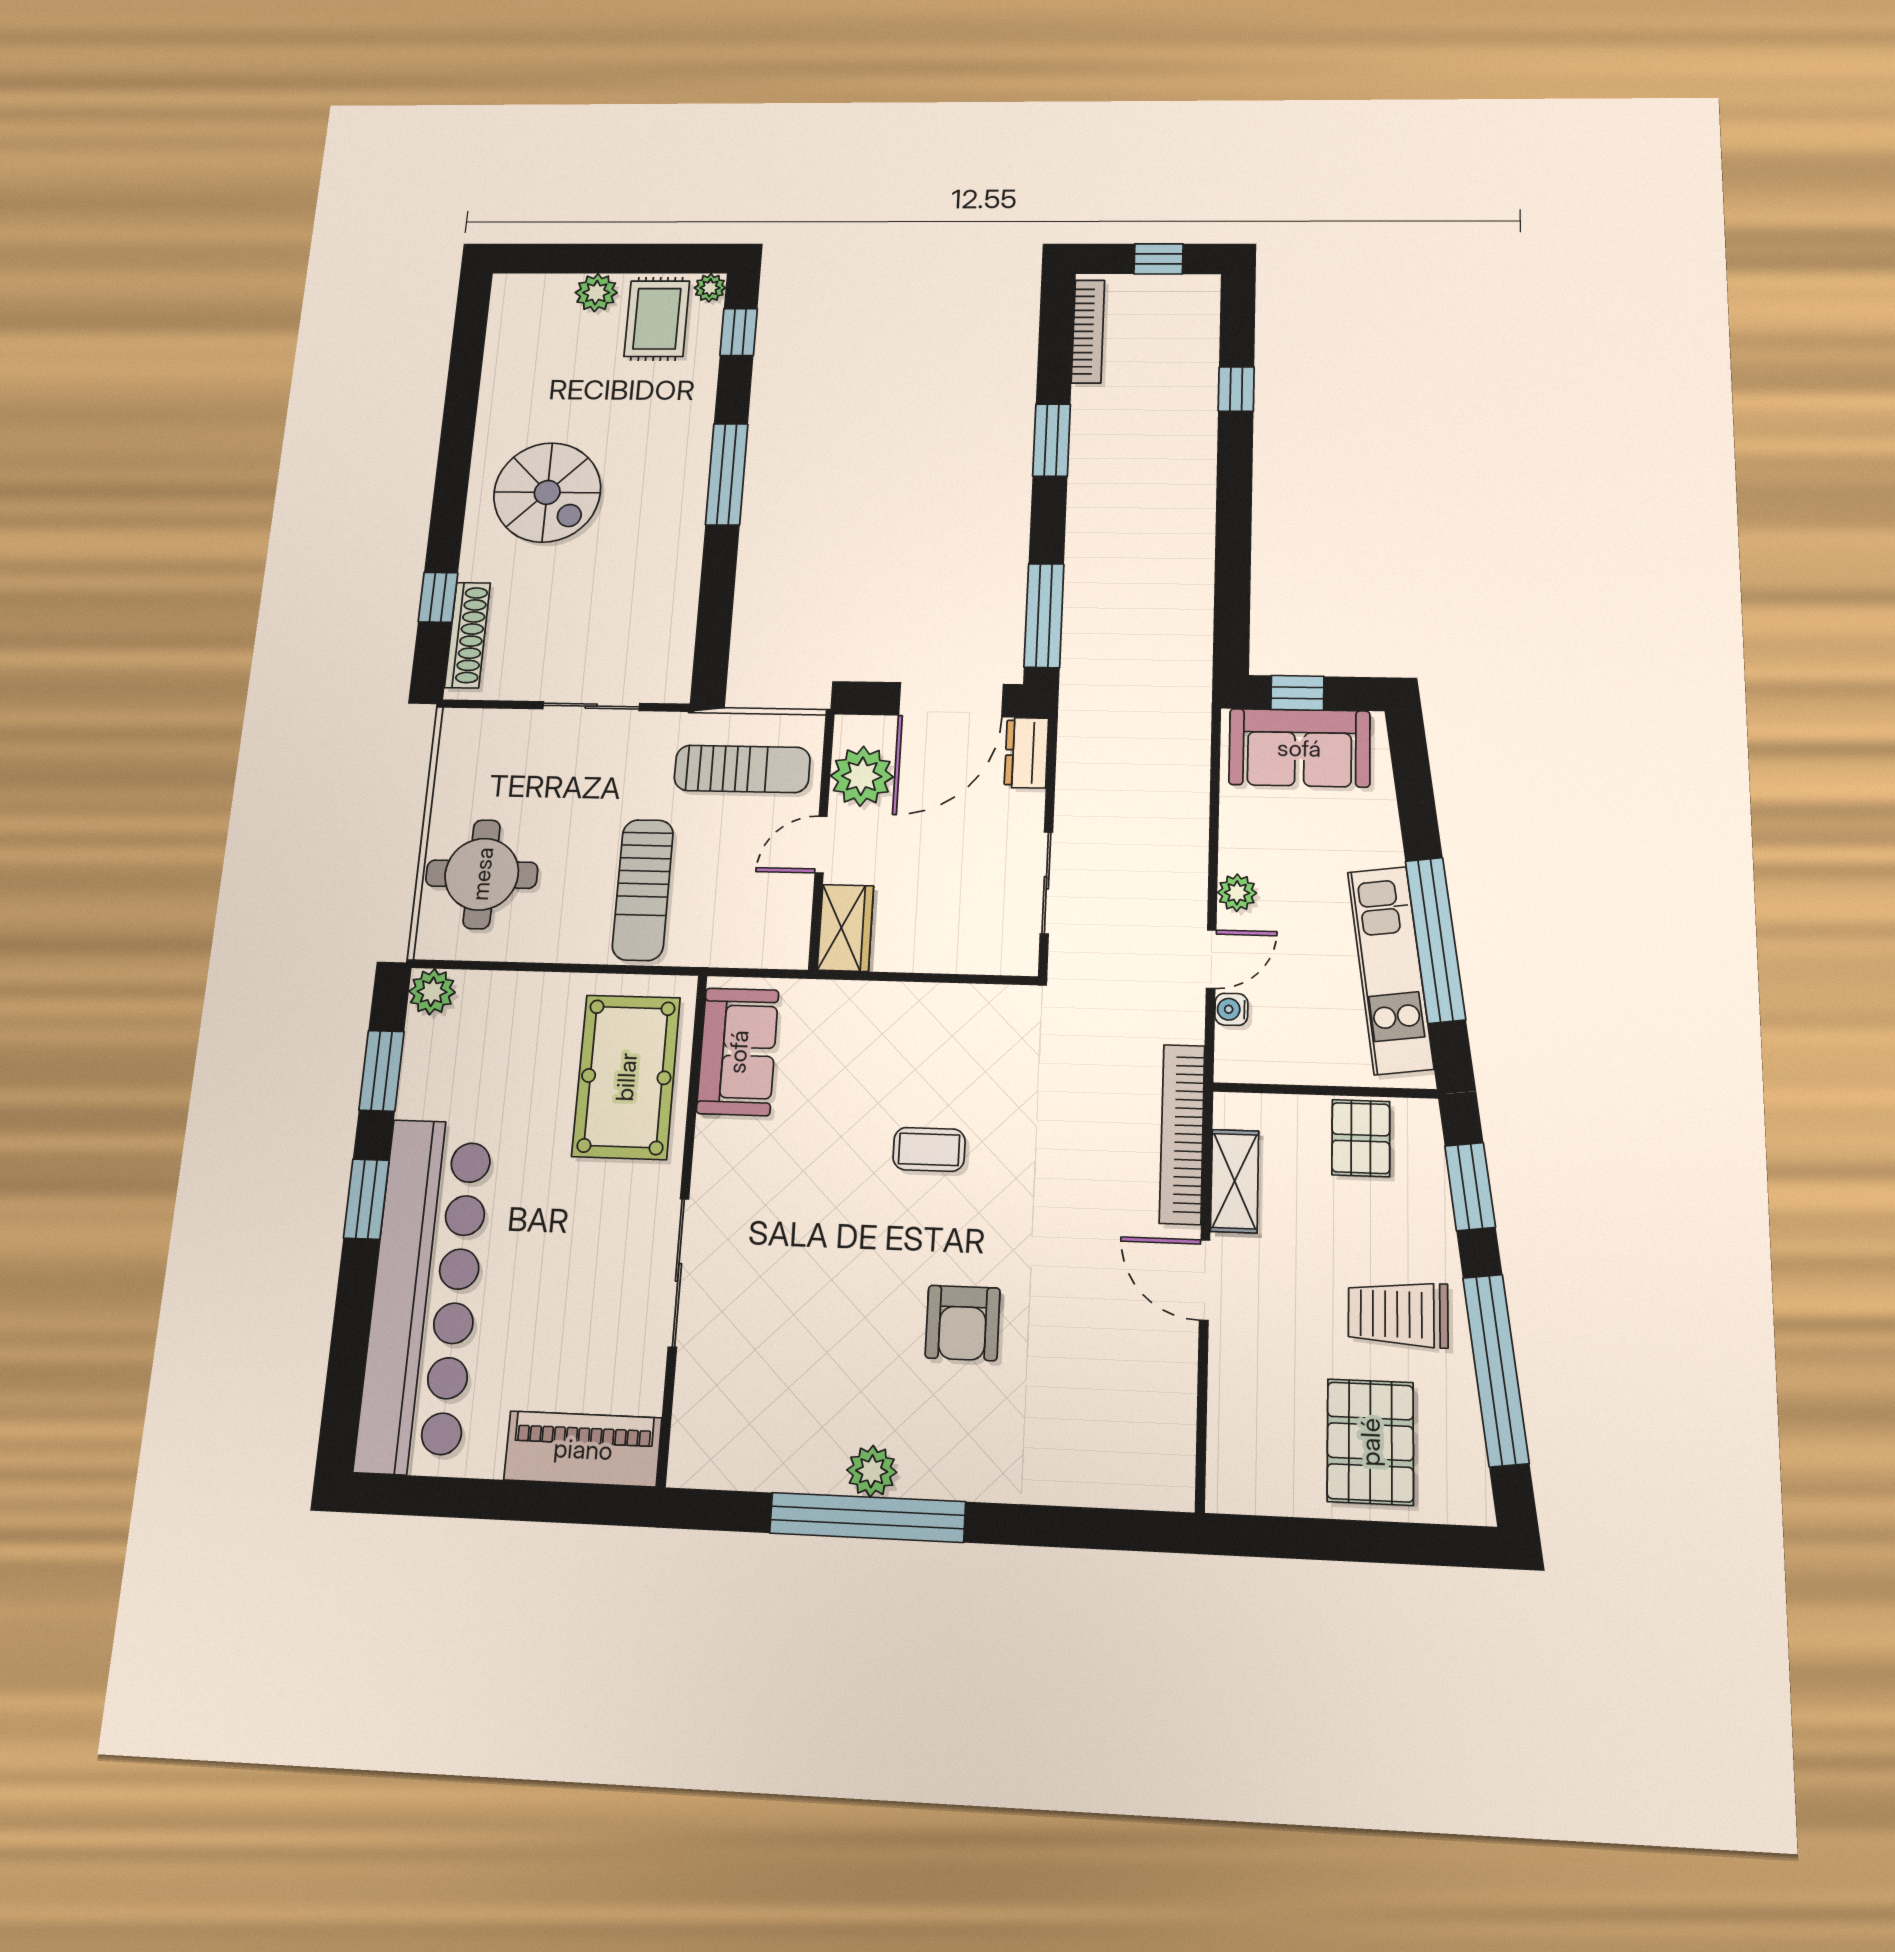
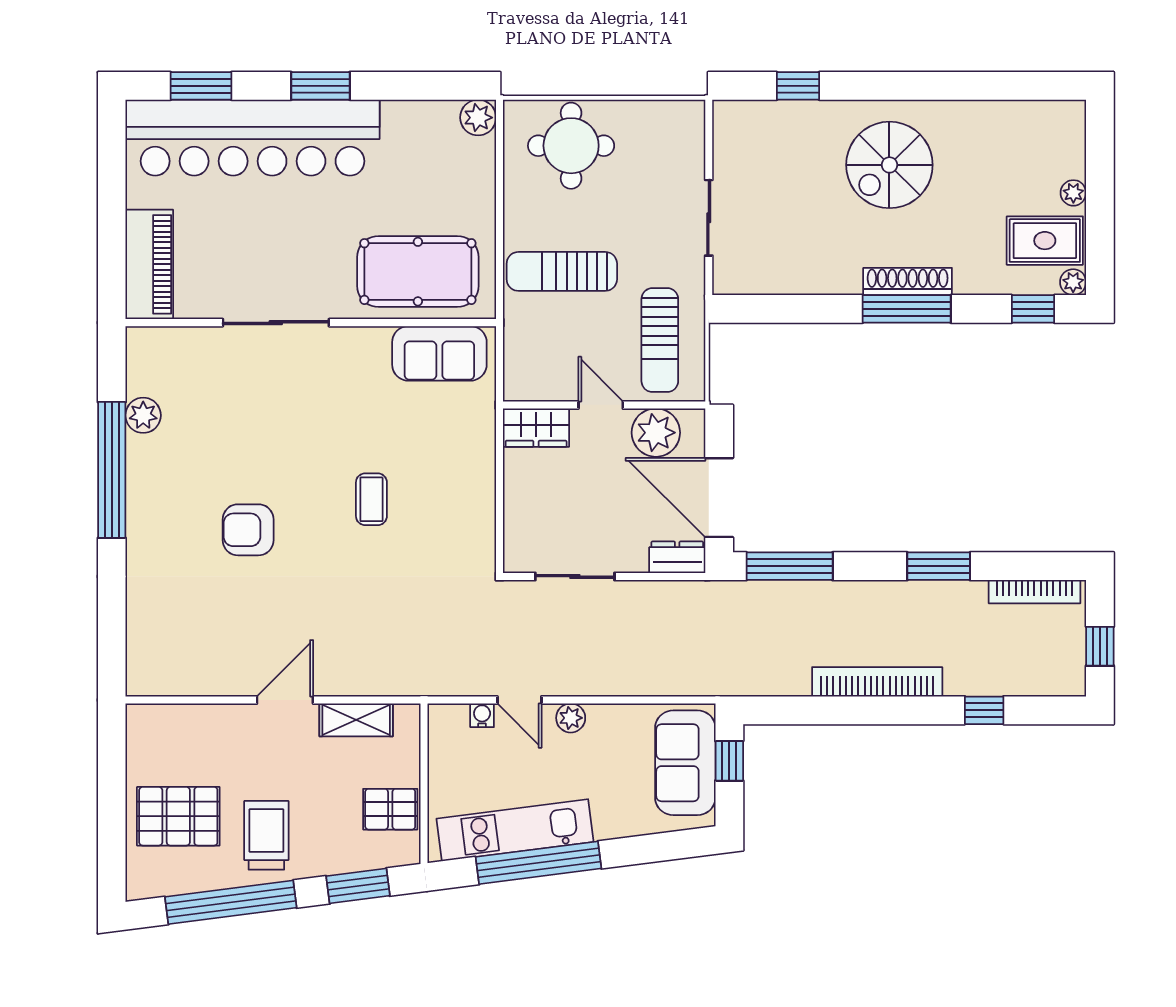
plant: (596, 293) -> (1073, 193), width x0.73, depth x0.73
shoe rack: (468, 635) -> (908, 281), moved, turned 180
window: (382, 1071) -> (201, 86), moved
bookcase: (1182, 1134) -> (877, 682), moved
plant: (872, 1471) -> (143, 415), moved

